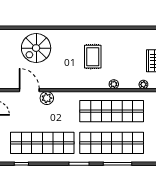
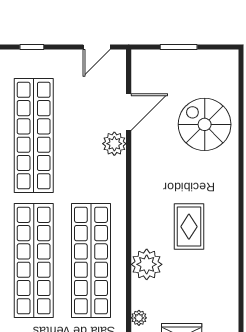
rug: (93, 57) -> (189, 227), turned 90
plant: (114, 84) -> (147, 264), width x1.87, depth x1.87

